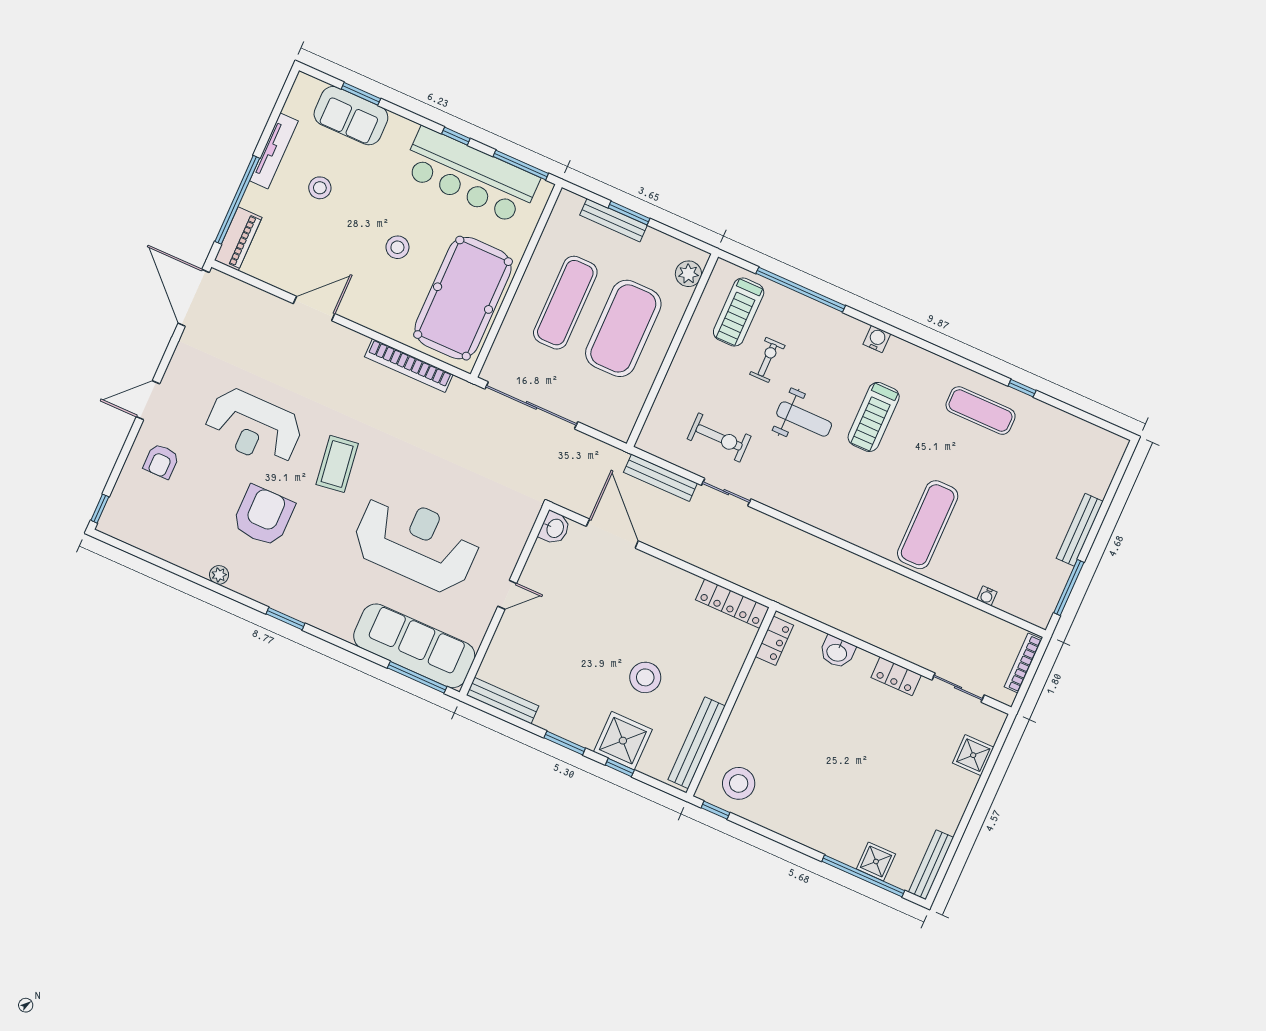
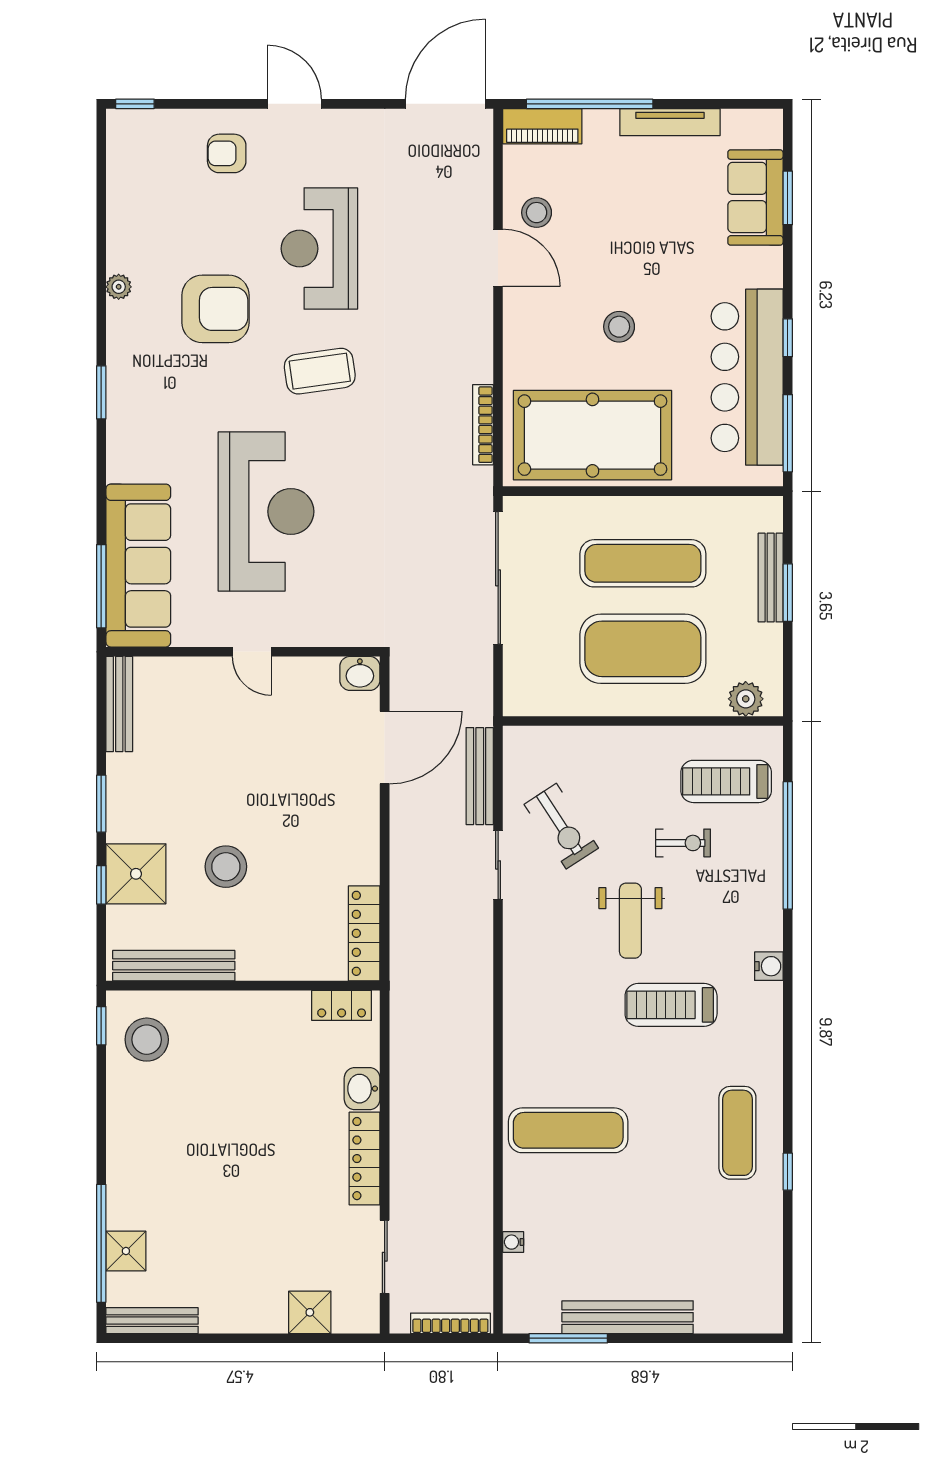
stool: (320, 188) -> (537, 213), moved
bookcase: (409, 366) -> (483, 425), width x0.68, depth x0.76
exercise bike: (719, 437) -> (561, 826), turned -33
bench: (1080, 530) -> (628, 1317), width x1.37, depth x1.21
locker: (896, 676) -> (365, 1159), width x1.53

